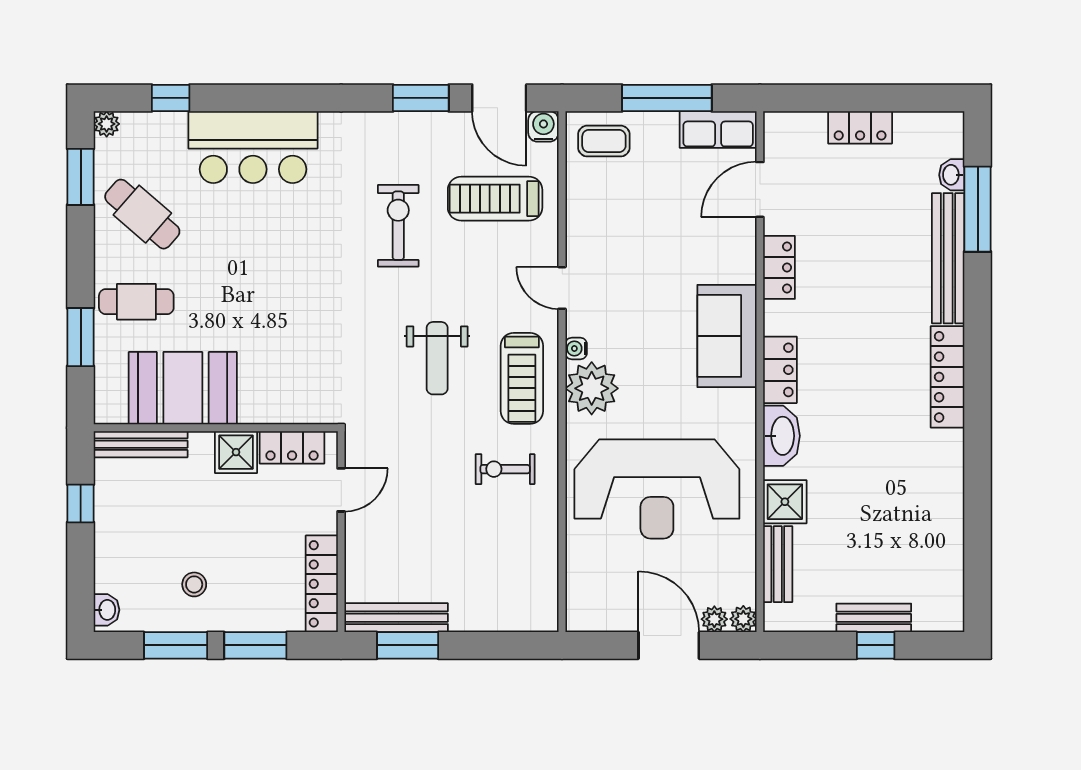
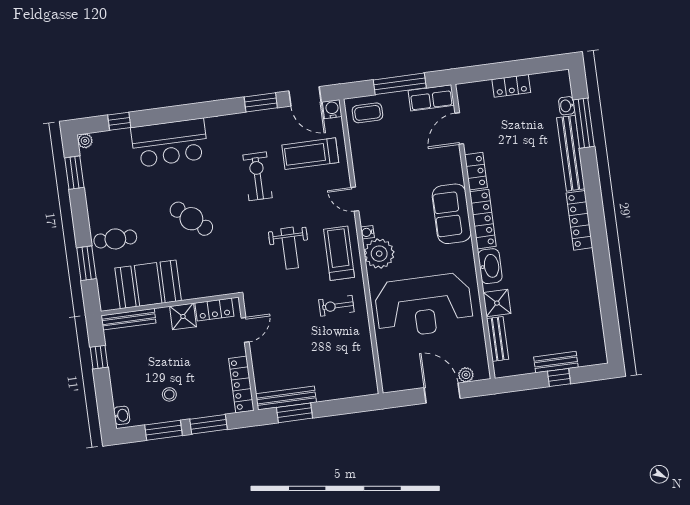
cafe table: (142, 214) -> (191, 219), moved
locker: (780, 370) -> (483, 219), width x1.53
treadmill: (522, 378) -> (339, 253), turned 180
plant: (743, 619) -> (482, 372), removed

